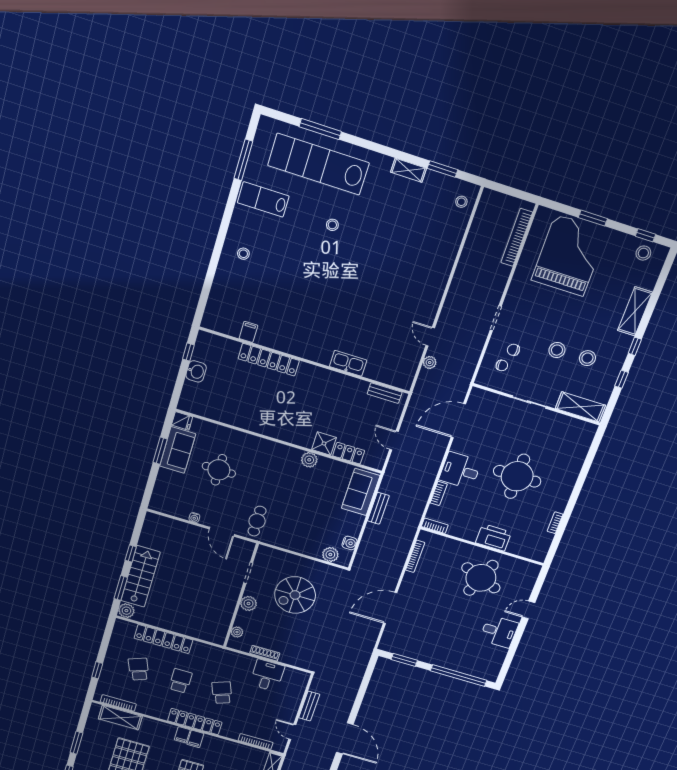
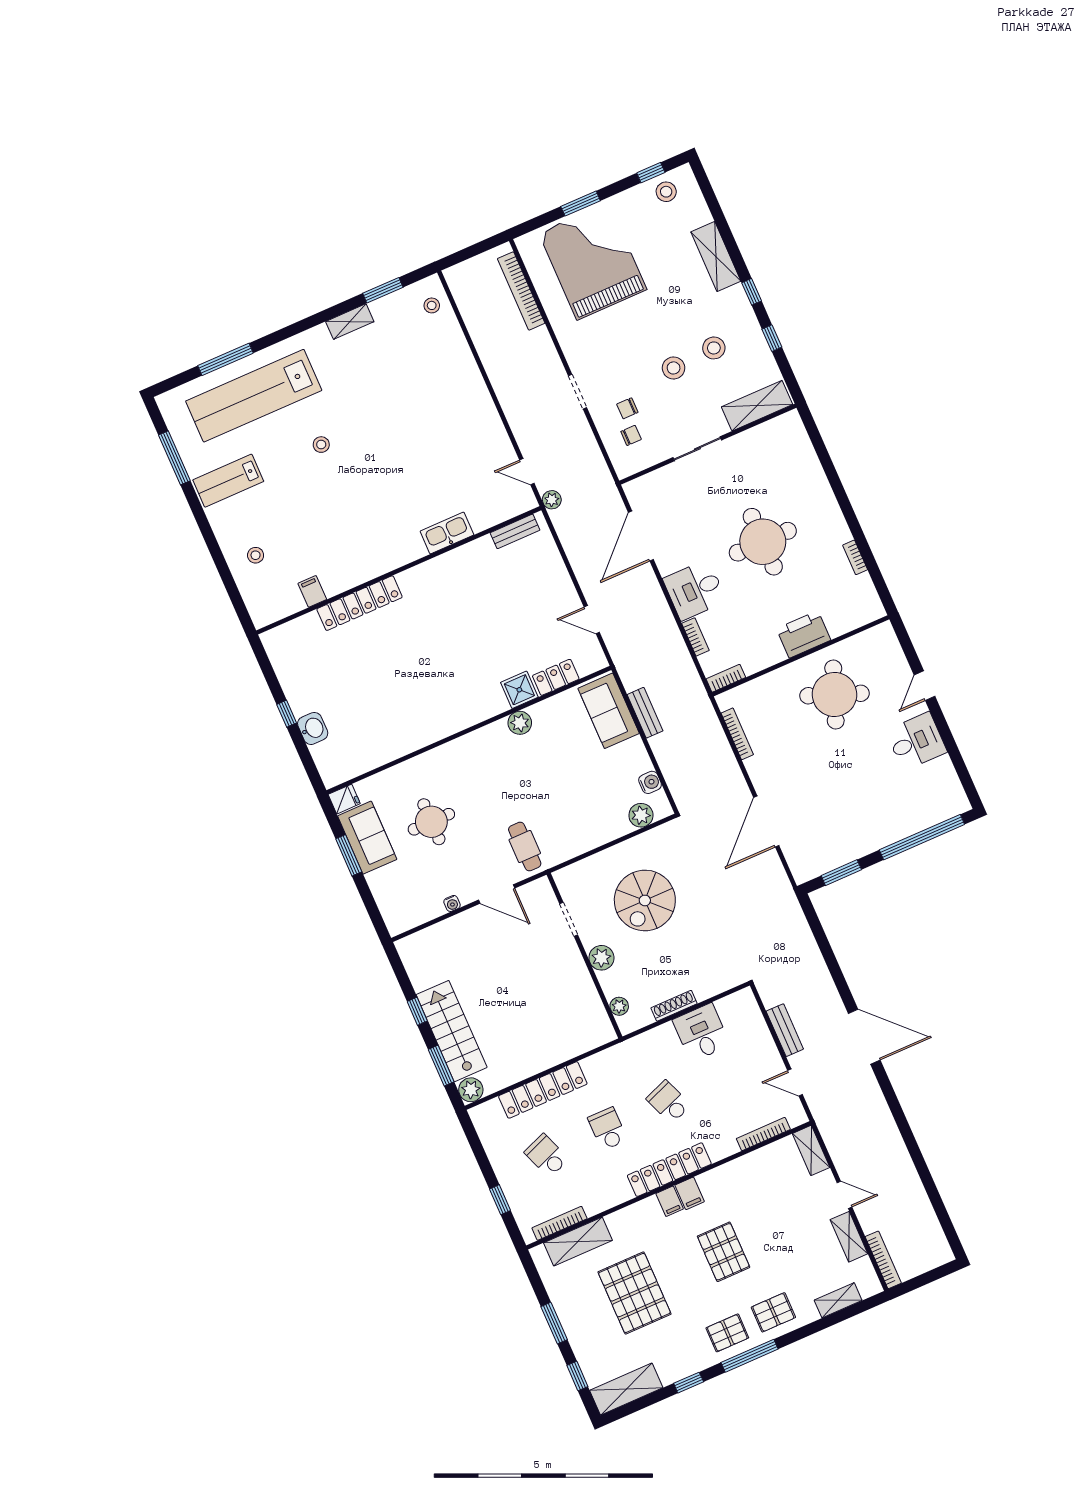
filing cabinet: (248, 332) -> (312, 591), moved
locker: (269, 360) -> (360, 603), moved
wall: (305, 361) -> (399, 570), moved
kitchen sink: (348, 363) -> (447, 533), moved
bench: (385, 393) -> (515, 531), moved

